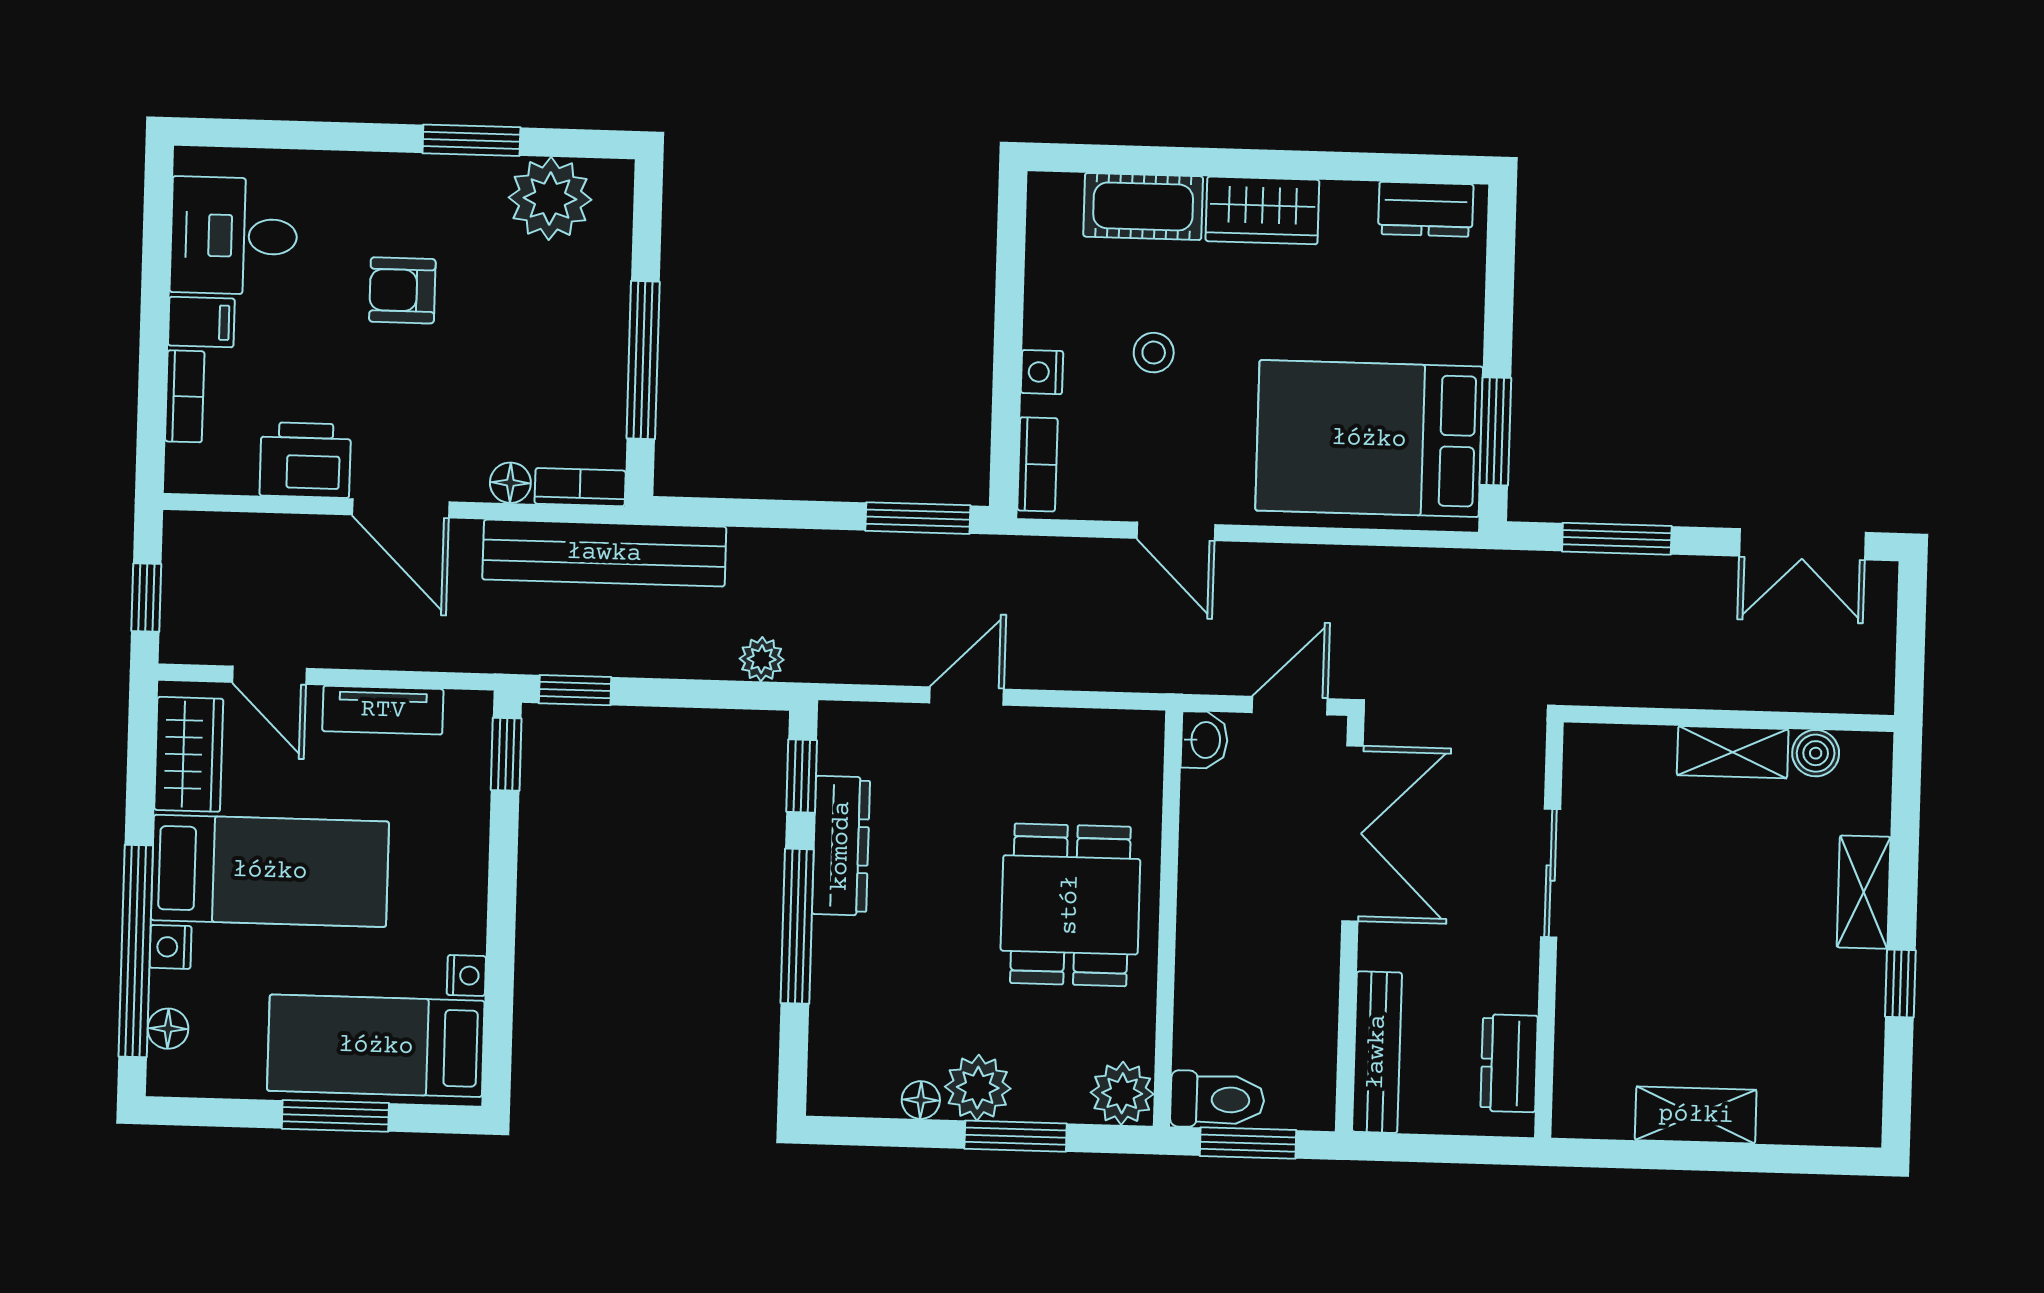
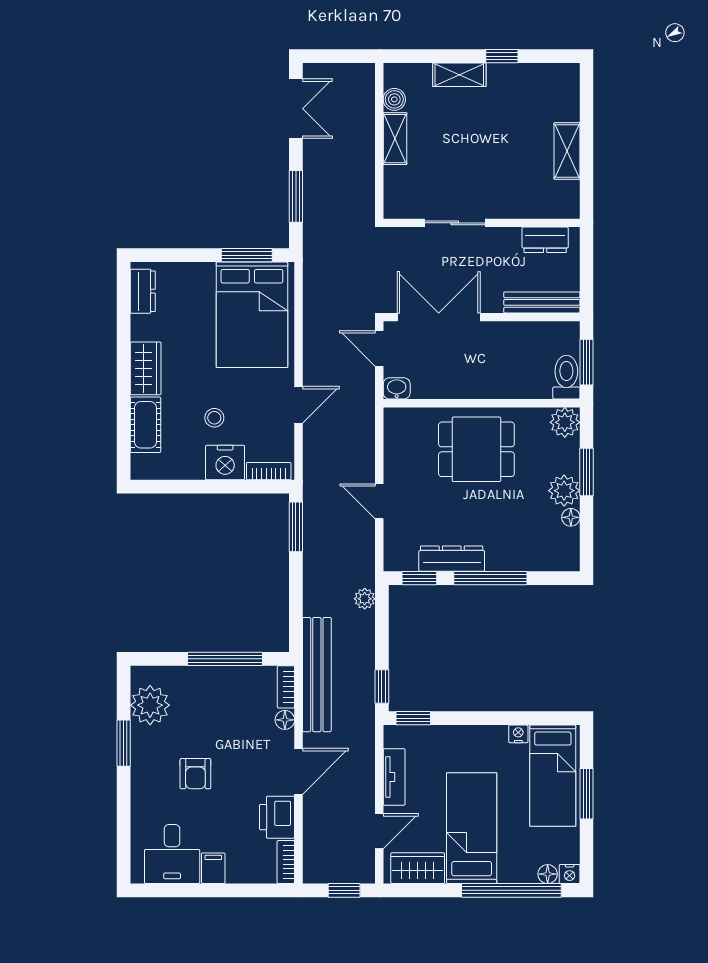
nightstand: (1042, 372) -> (225, 463), width x1.89, depth x1.79
bookcase: (185, 396) -> (286, 862), moved, turned -90
nightstand: (171, 947) -> (570, 874), moved

